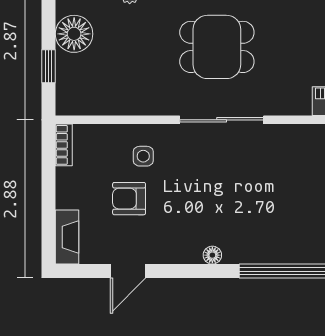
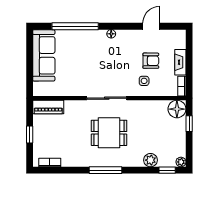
floor lamp: (74, 34) -> (177, 109), moved
fireplace: (67, 237) -> (180, 62), moved

